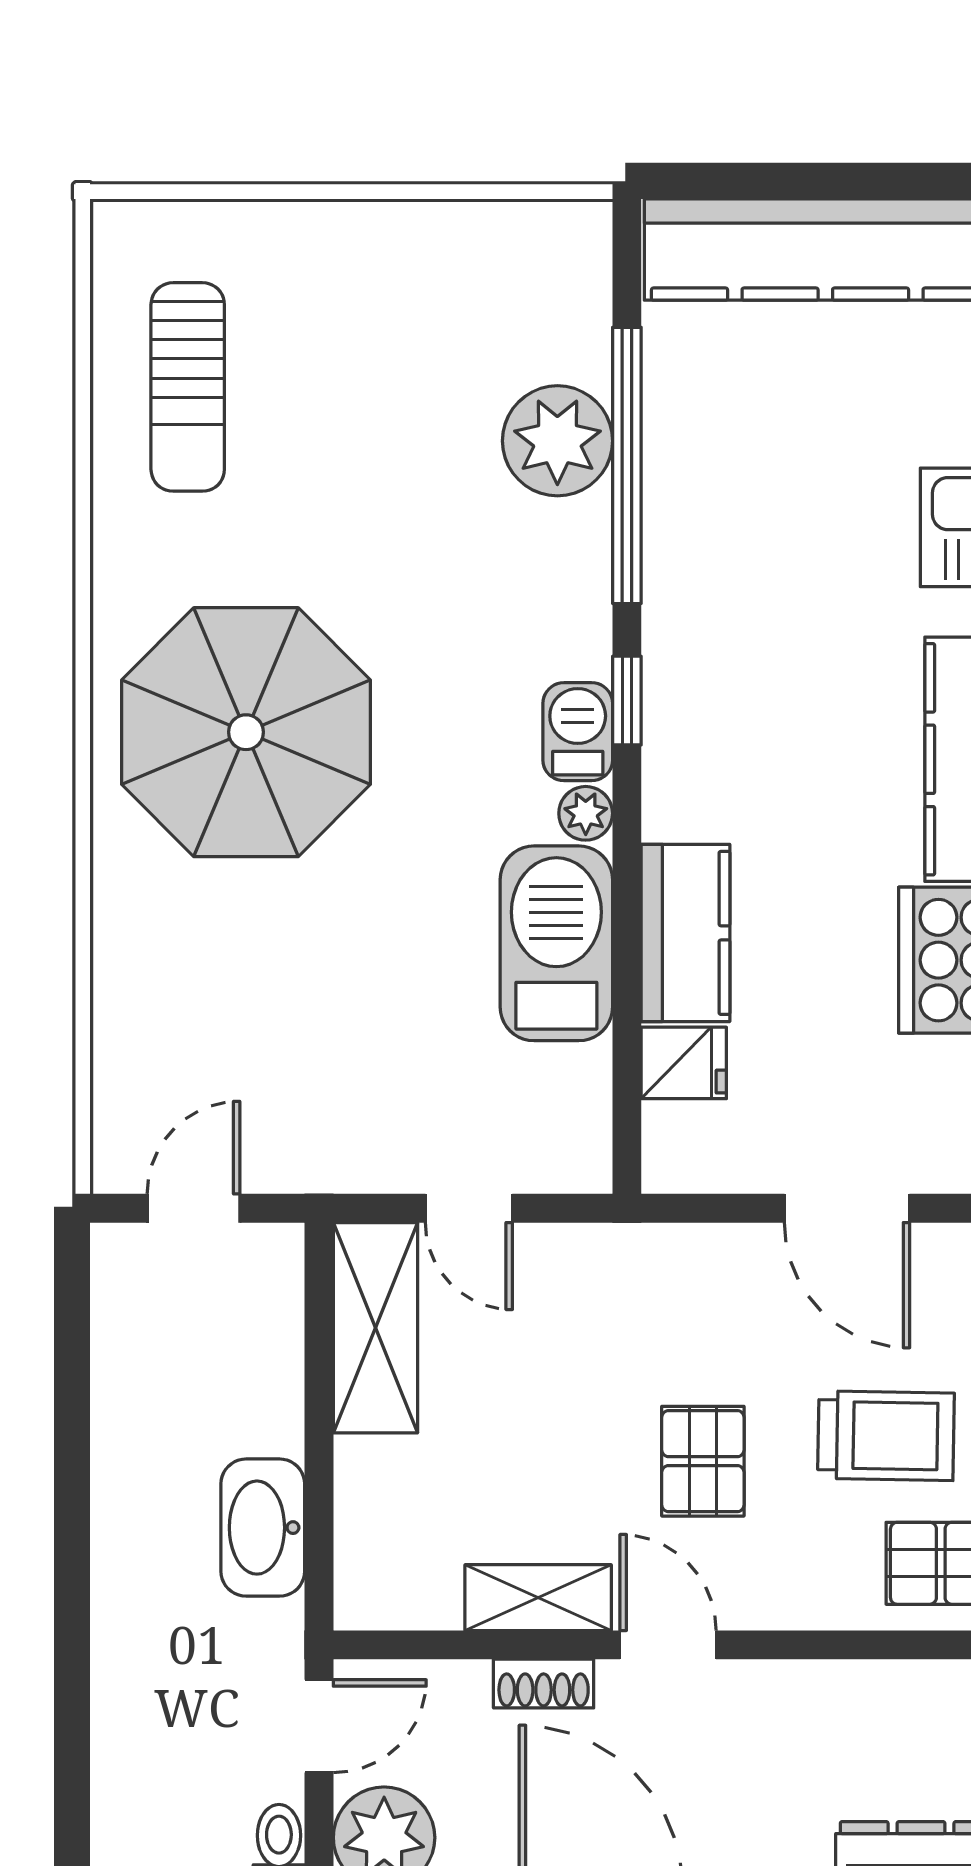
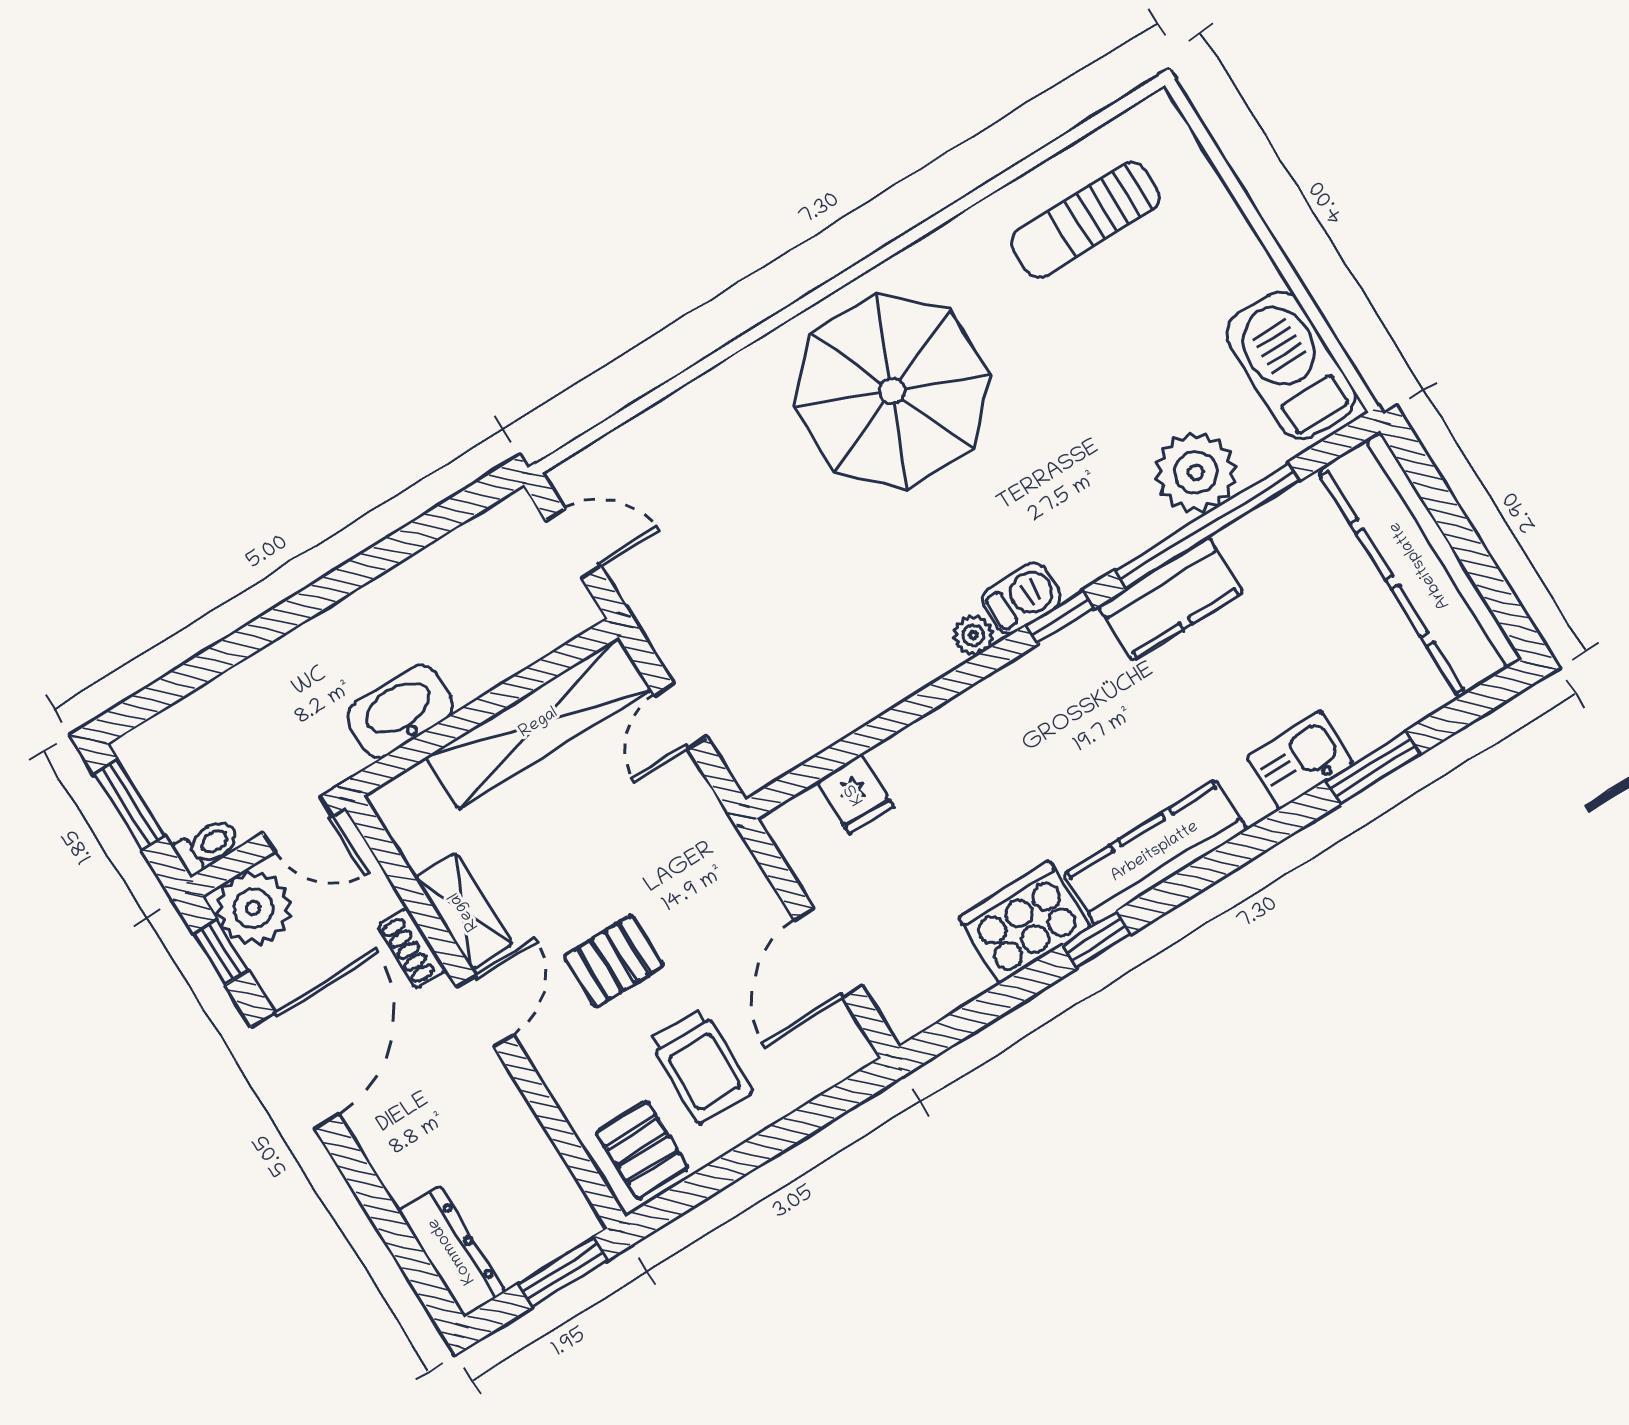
kitchen counter: (685, 933) -> (1171, 599), moved
barbecue: (556, 943) -> (1291, 365), moved, turned -90
shelving: (375, 1328) -> (539, 723), width x1.47

